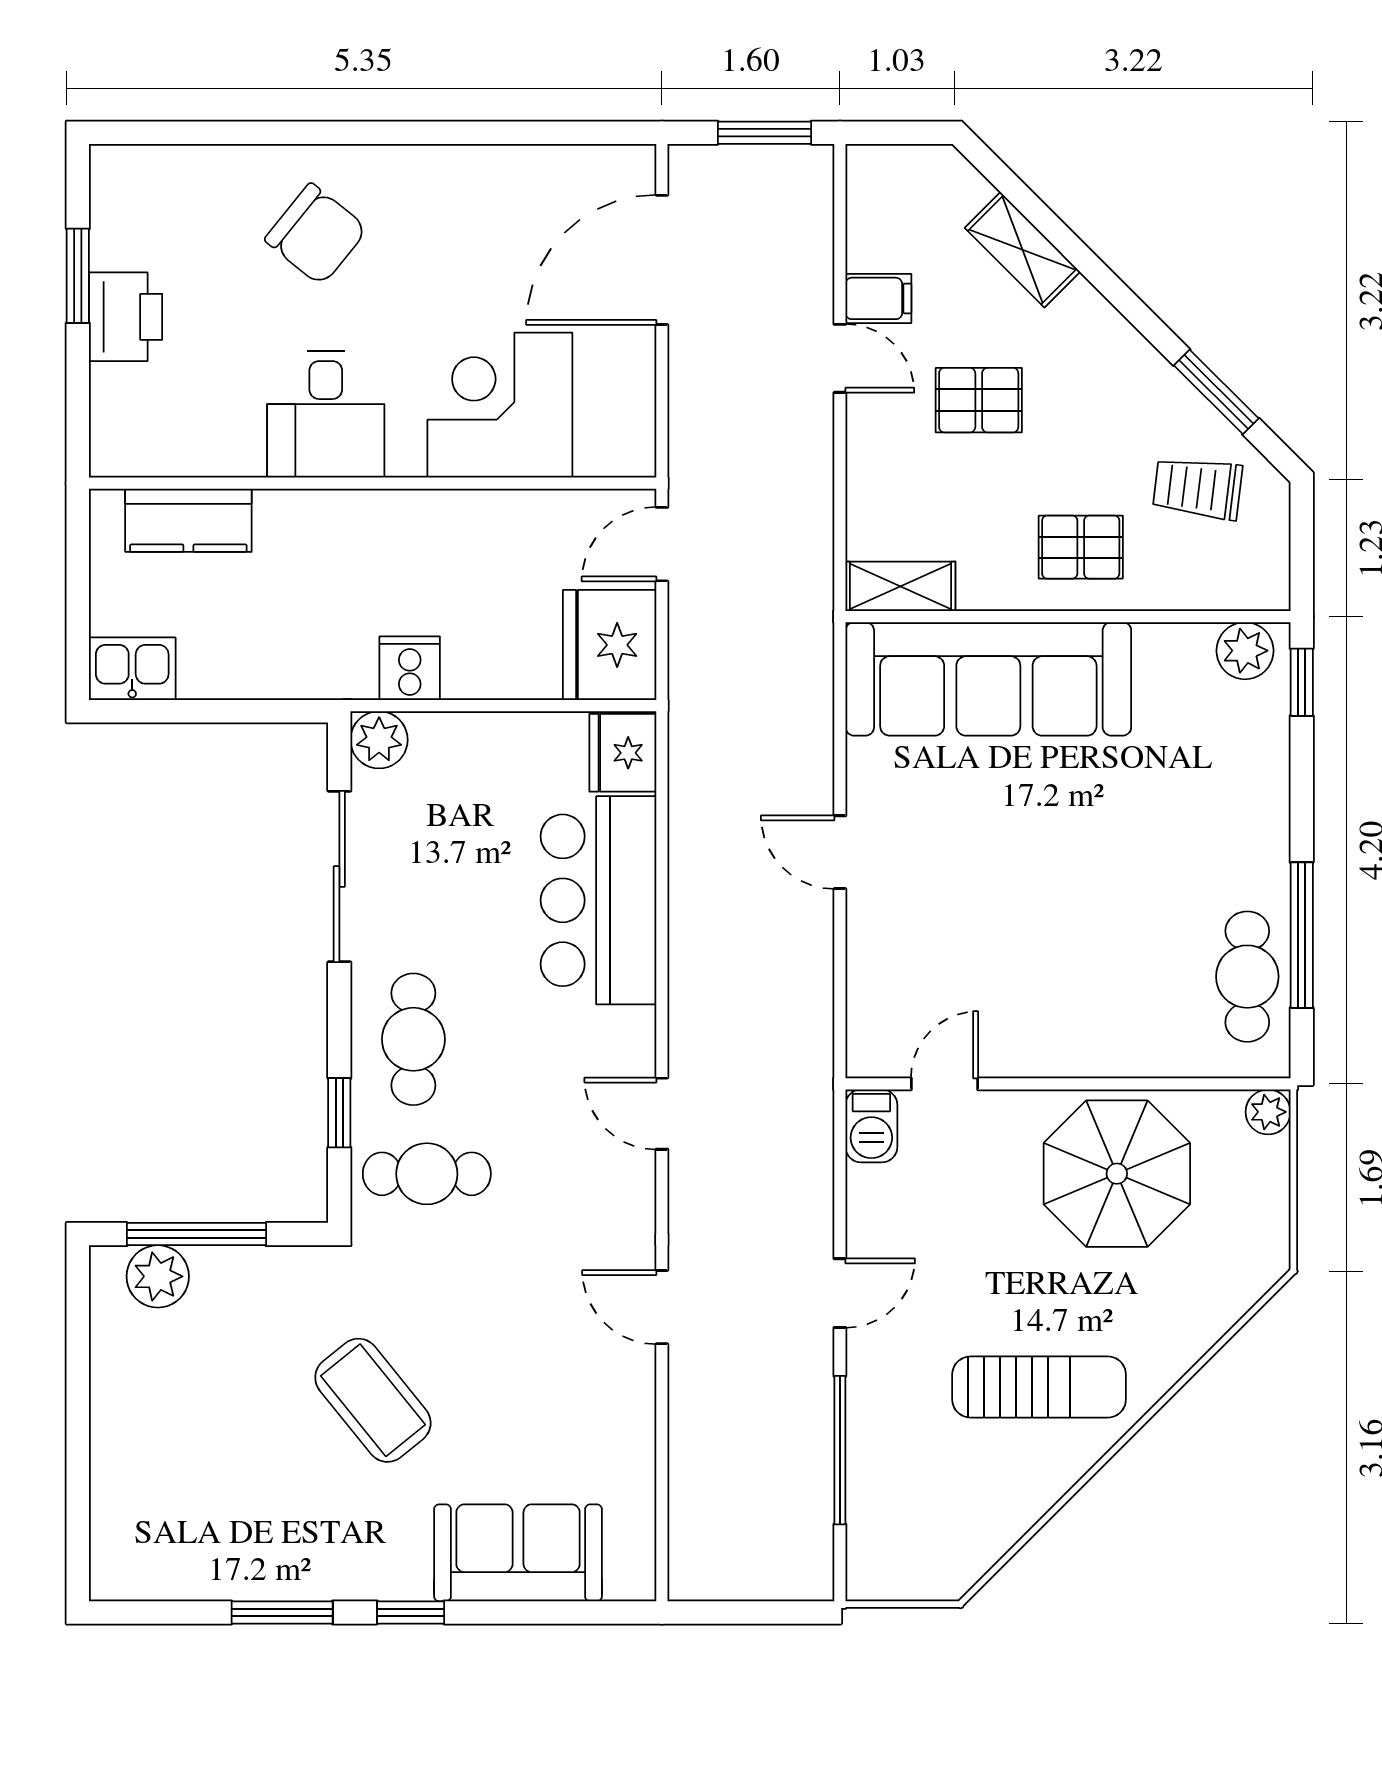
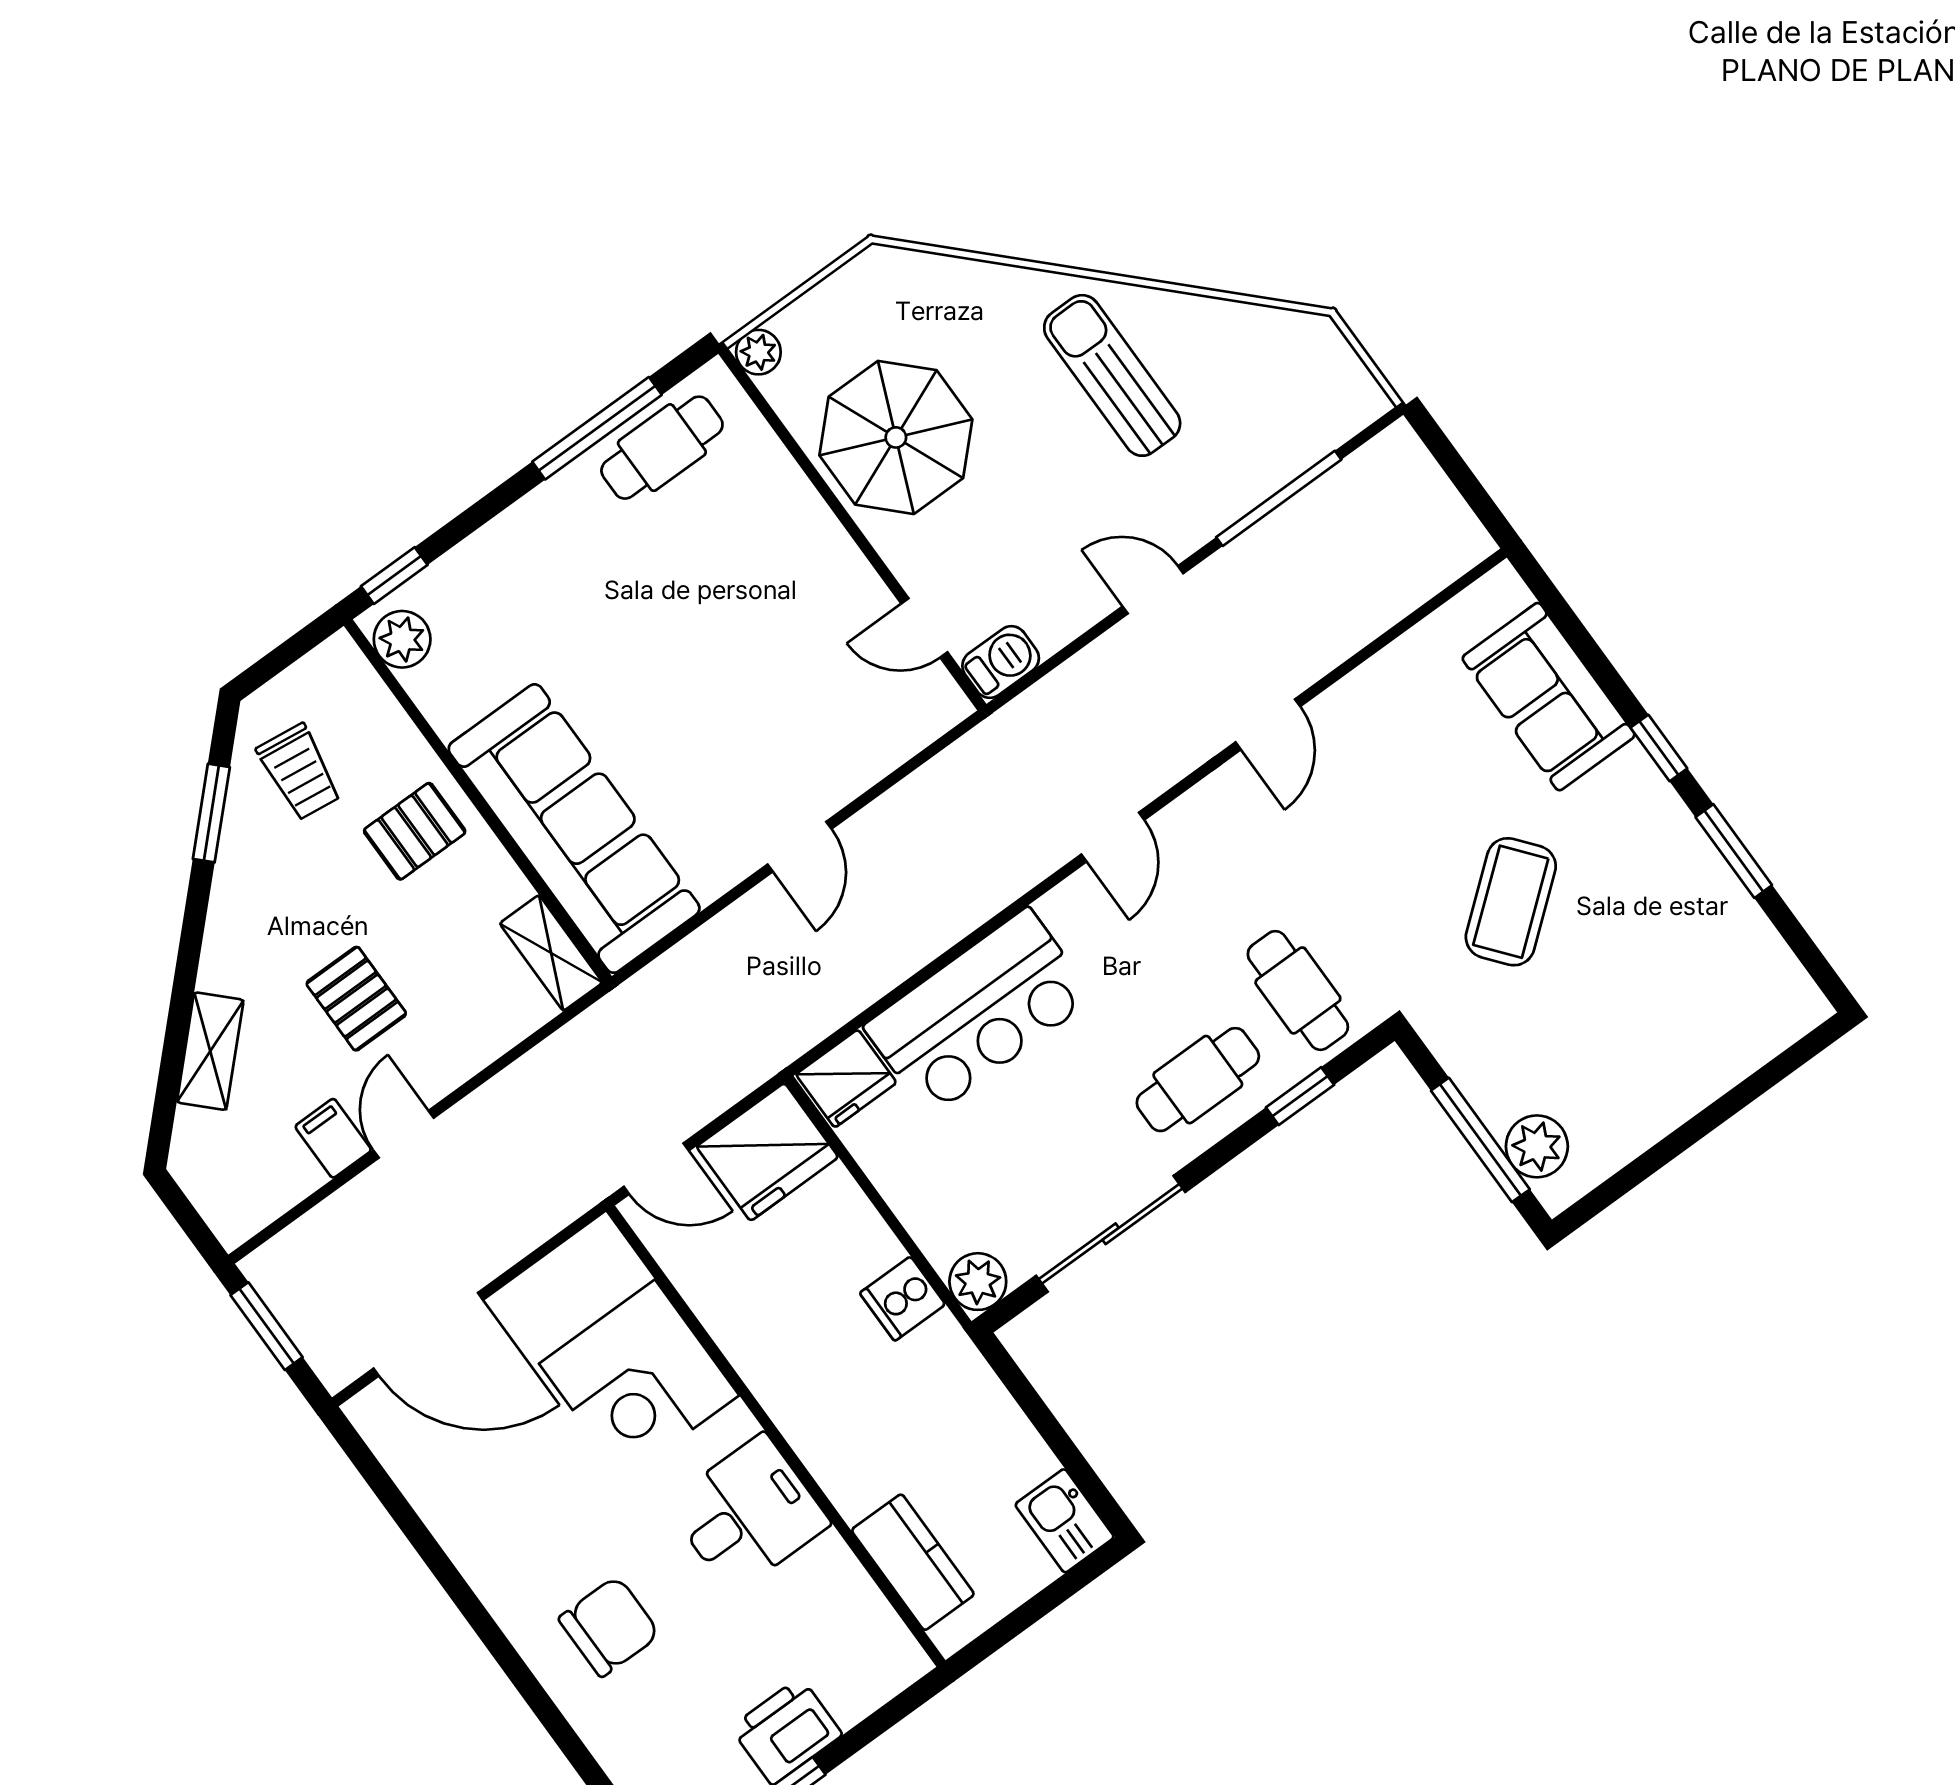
chair: (316, 234) -> (609, 1626), turned 51
pallet: (1081, 547) -> (415, 831), turned 90

